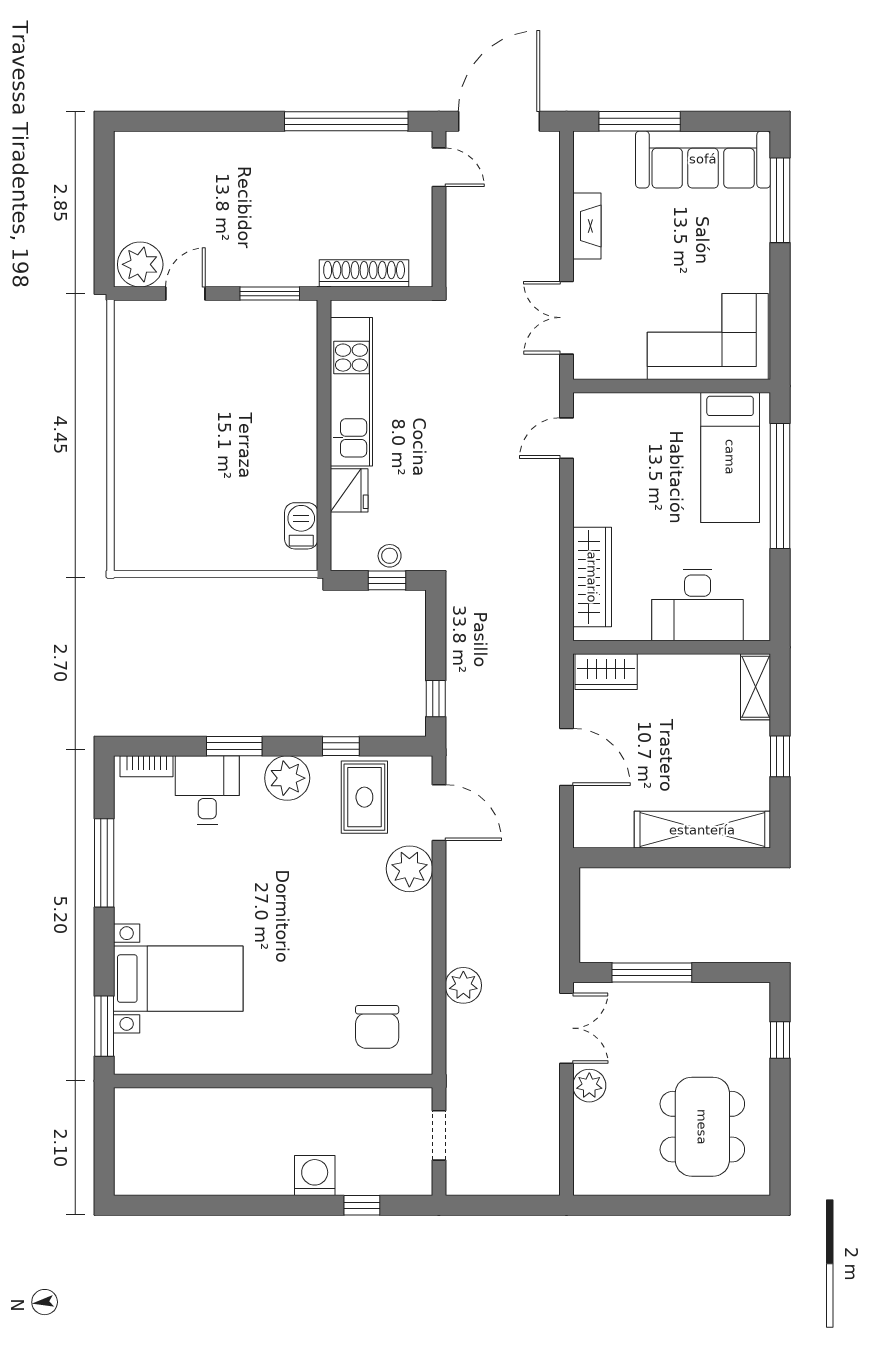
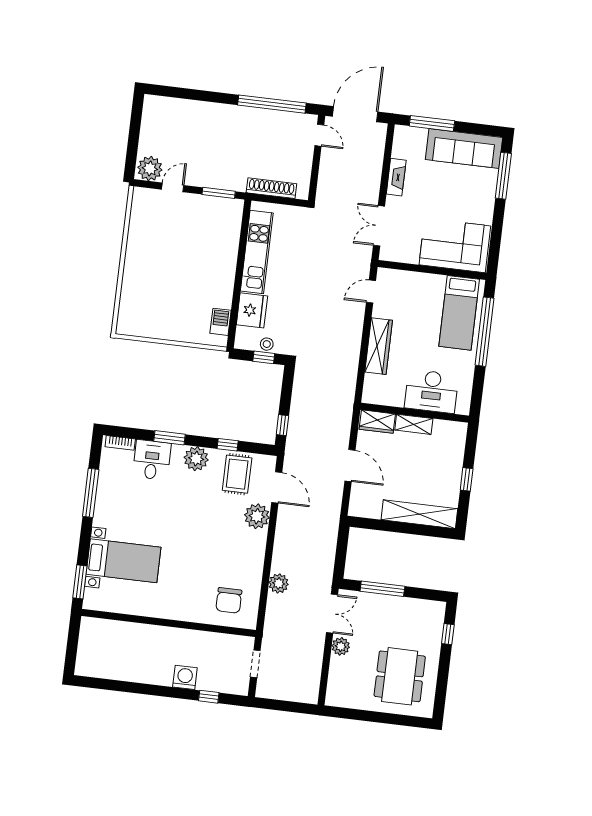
fridge: (349, 490) -> (252, 310), width x1.36, depth x1.34
wardrobe: (592, 577) -> (379, 346), moved
shelving: (756, 687) -> (414, 424), moved, turned 90

